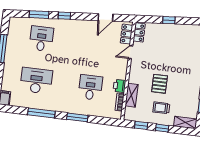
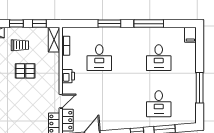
desk: (36, 81) -> (159, 58), width x0.73
pallet: (160, 84) -> (25, 71), turned 90
printer: (119, 86) -> (68, 76), moved
shelving: (131, 95) -> (54, 40), moved

